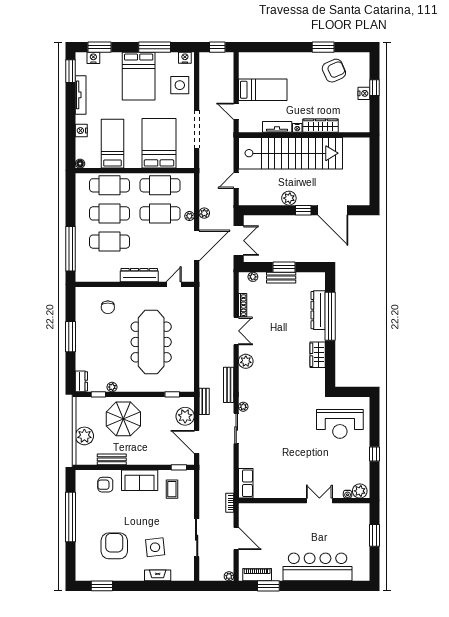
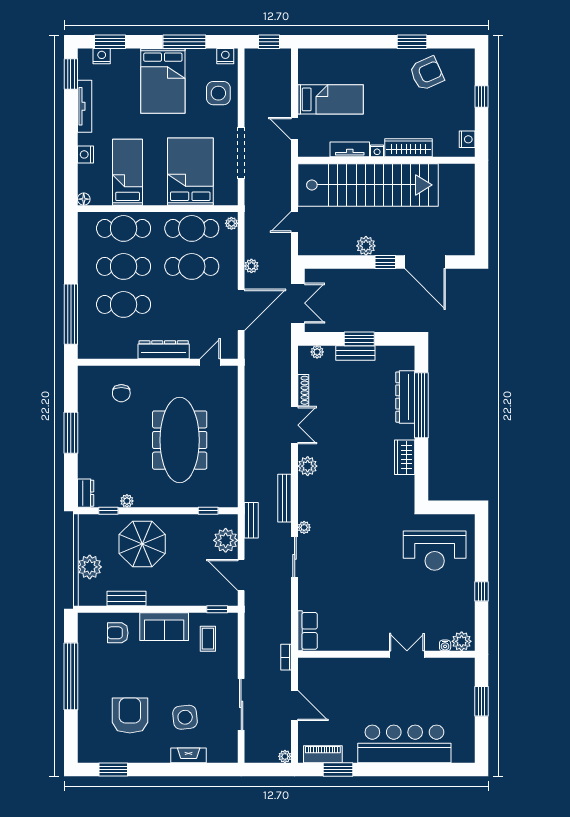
nightstand: (364, 93) -> (467, 139), moved
plant: (189, 216) -> (231, 223), moved

